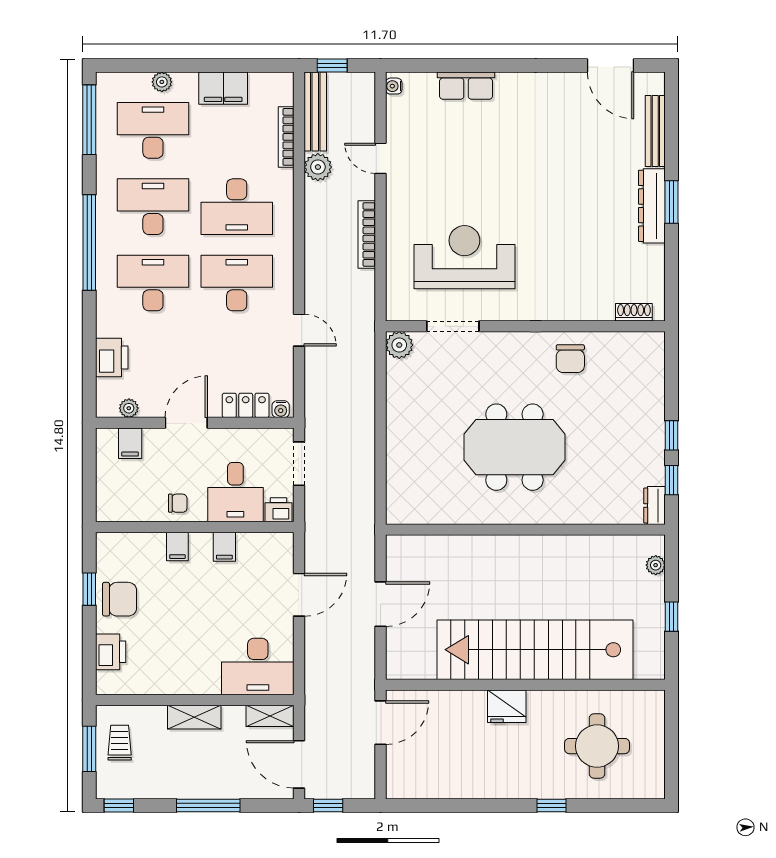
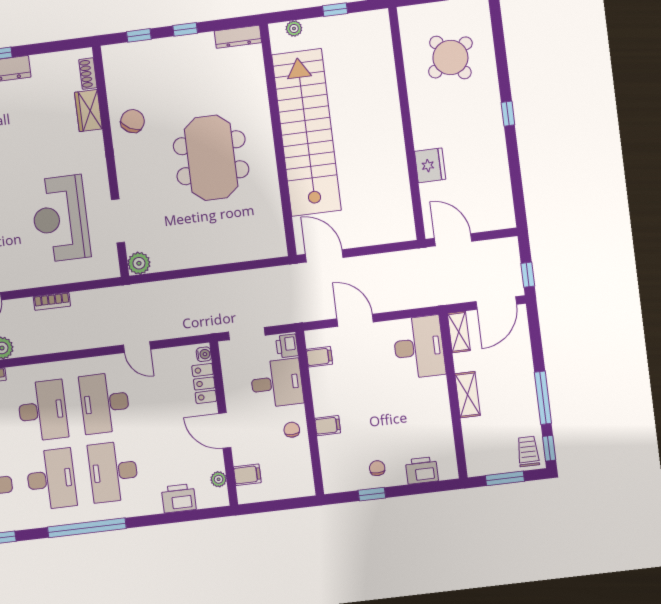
desk: (153, 207) -> (51, 479), turned 180
bookcase: (367, 234) -> (52, 301), width x0.64
wardrobe: (590, 307) -> (88, 111), added
door: (299, 330) -> (137, 347), swing flipped
chair: (570, 359) -> (133, 121), turned -61
window: (672, 480) -> (139, 35), moved
dresser: (655, 506) -> (238, 37), width x1.44
filing cabinet: (224, 547) -> (319, 357), moved
chair: (120, 599) -> (377, 468), width x0.54, depth x0.54
door: (380, 604) -> (324, 256), moved
stairs: (535, 650) -> (306, 132), moved, turned 180
fridge: (507, 706) -> (430, 165), moved
trolley: (120, 743) -> (528, 451), moved, turned 90
round table: (597, 746) -> (450, 57), turned -36
window: (208, 806) -> (543, 398), moved
window: (551, 806) -> (508, 114), moved

